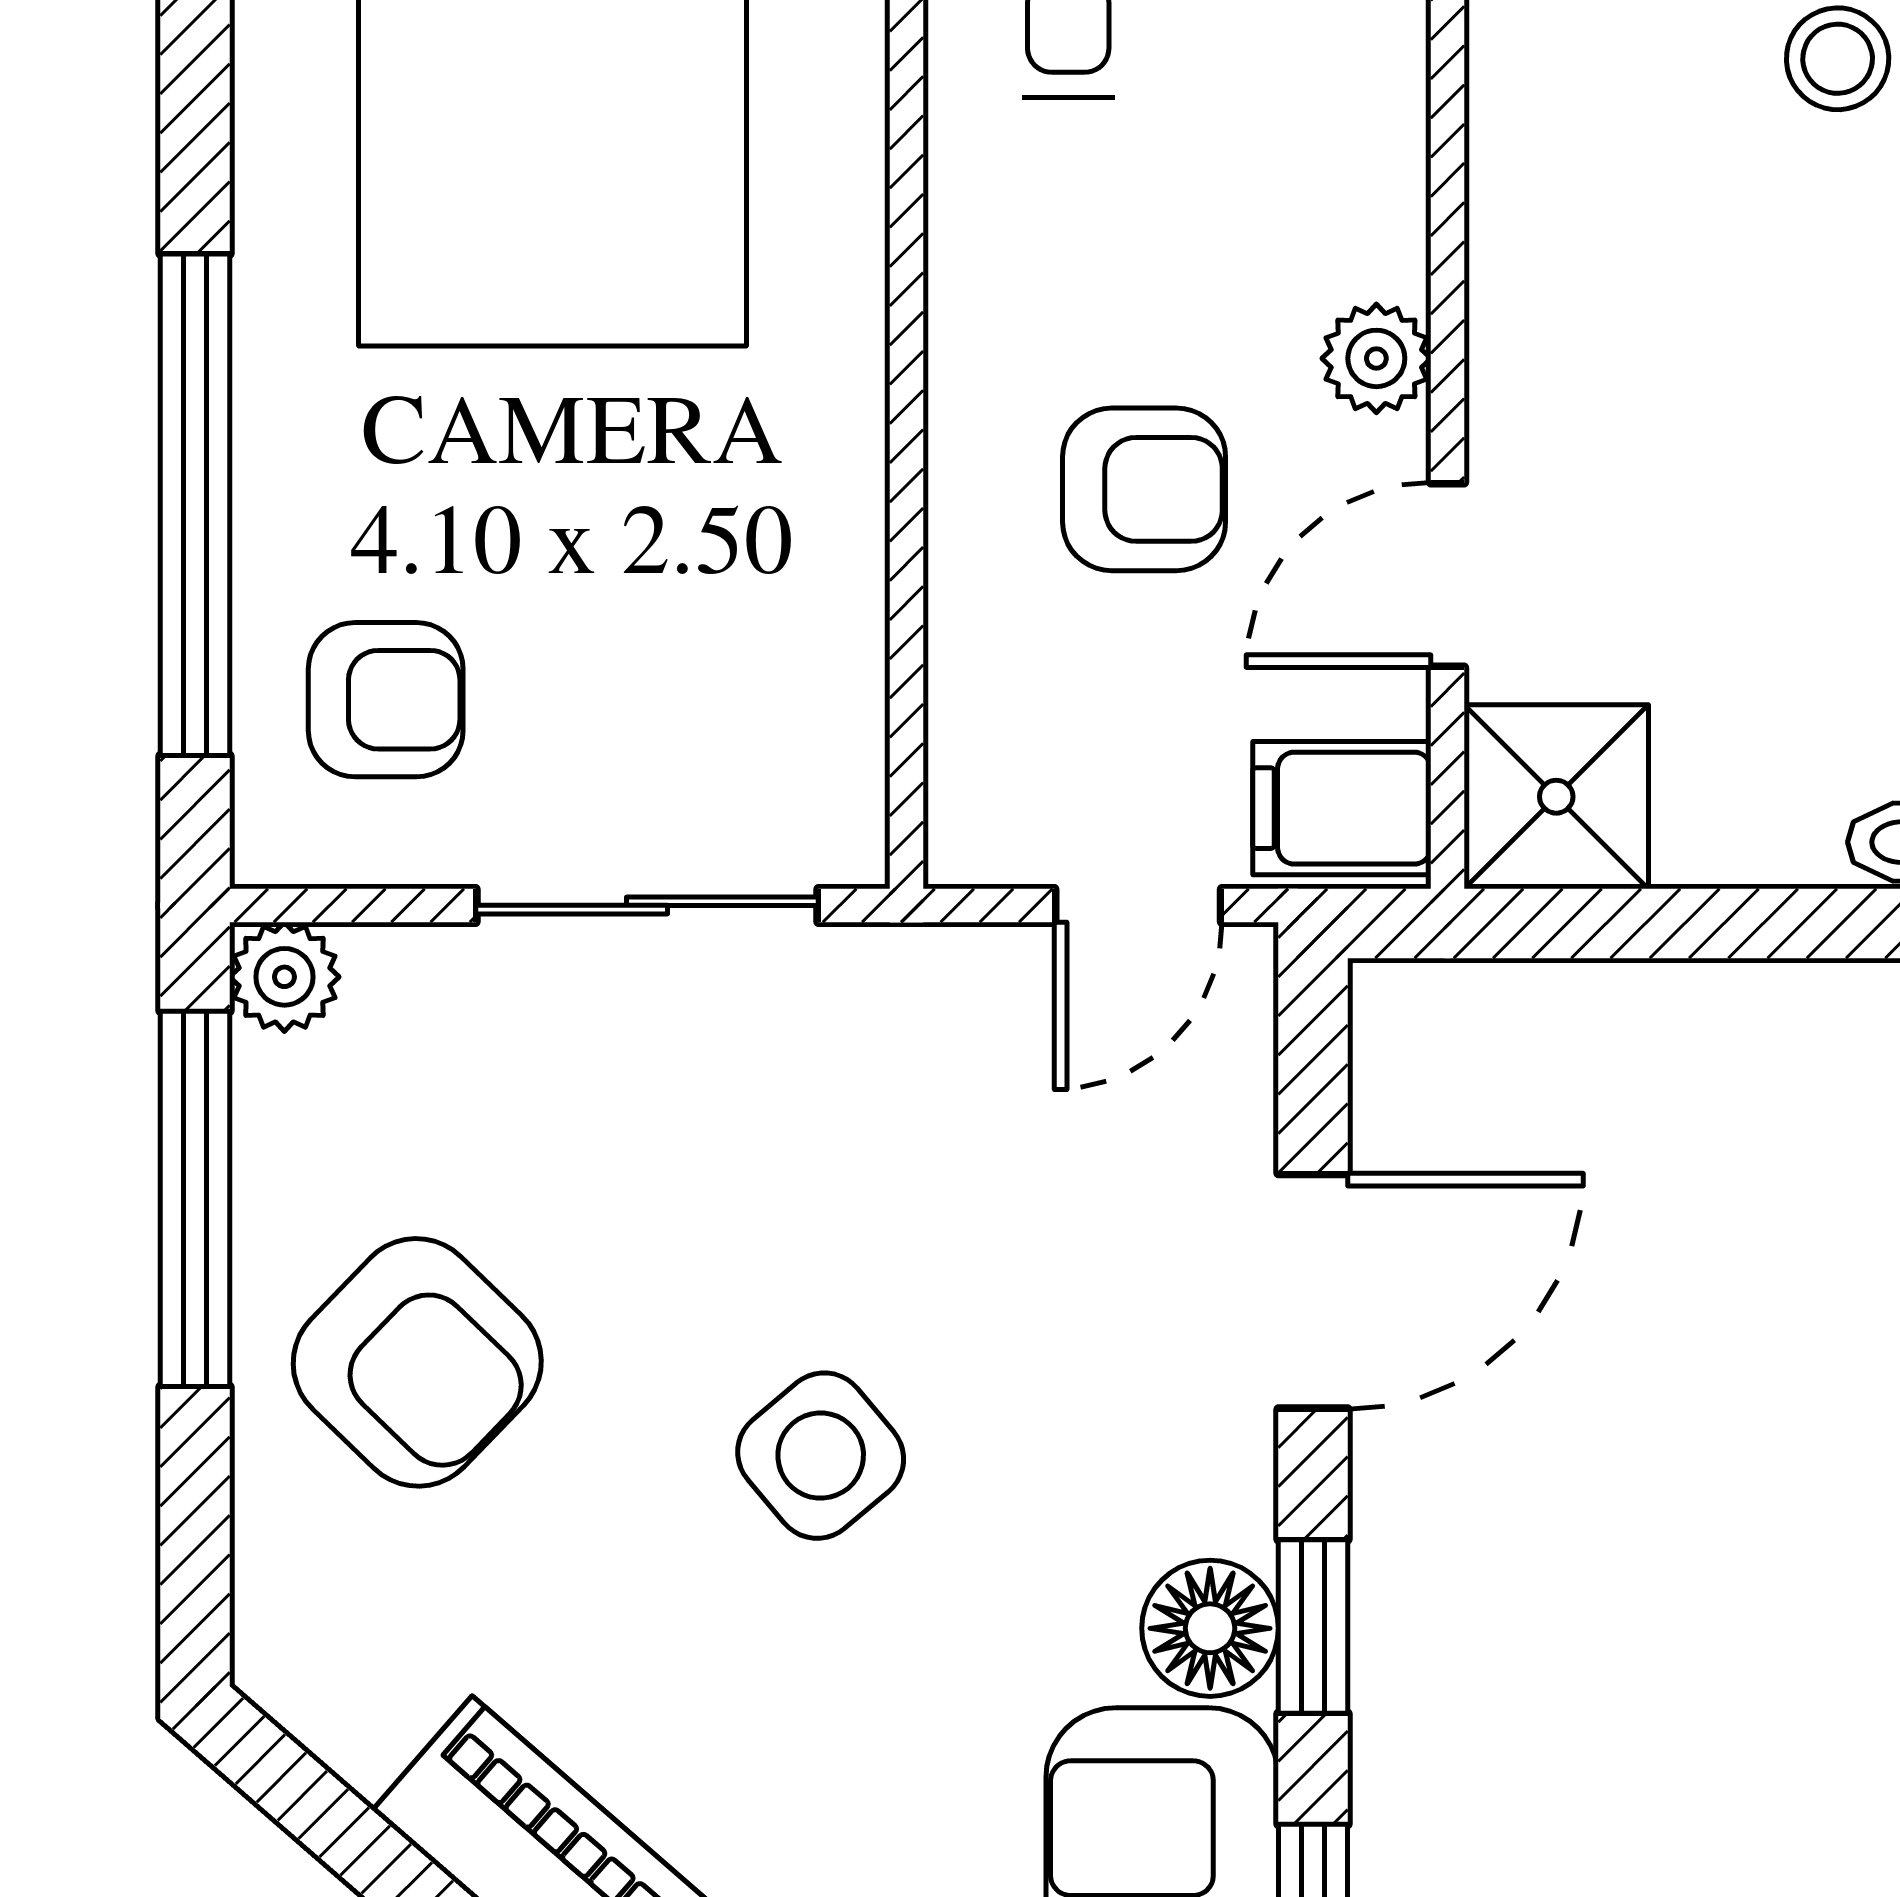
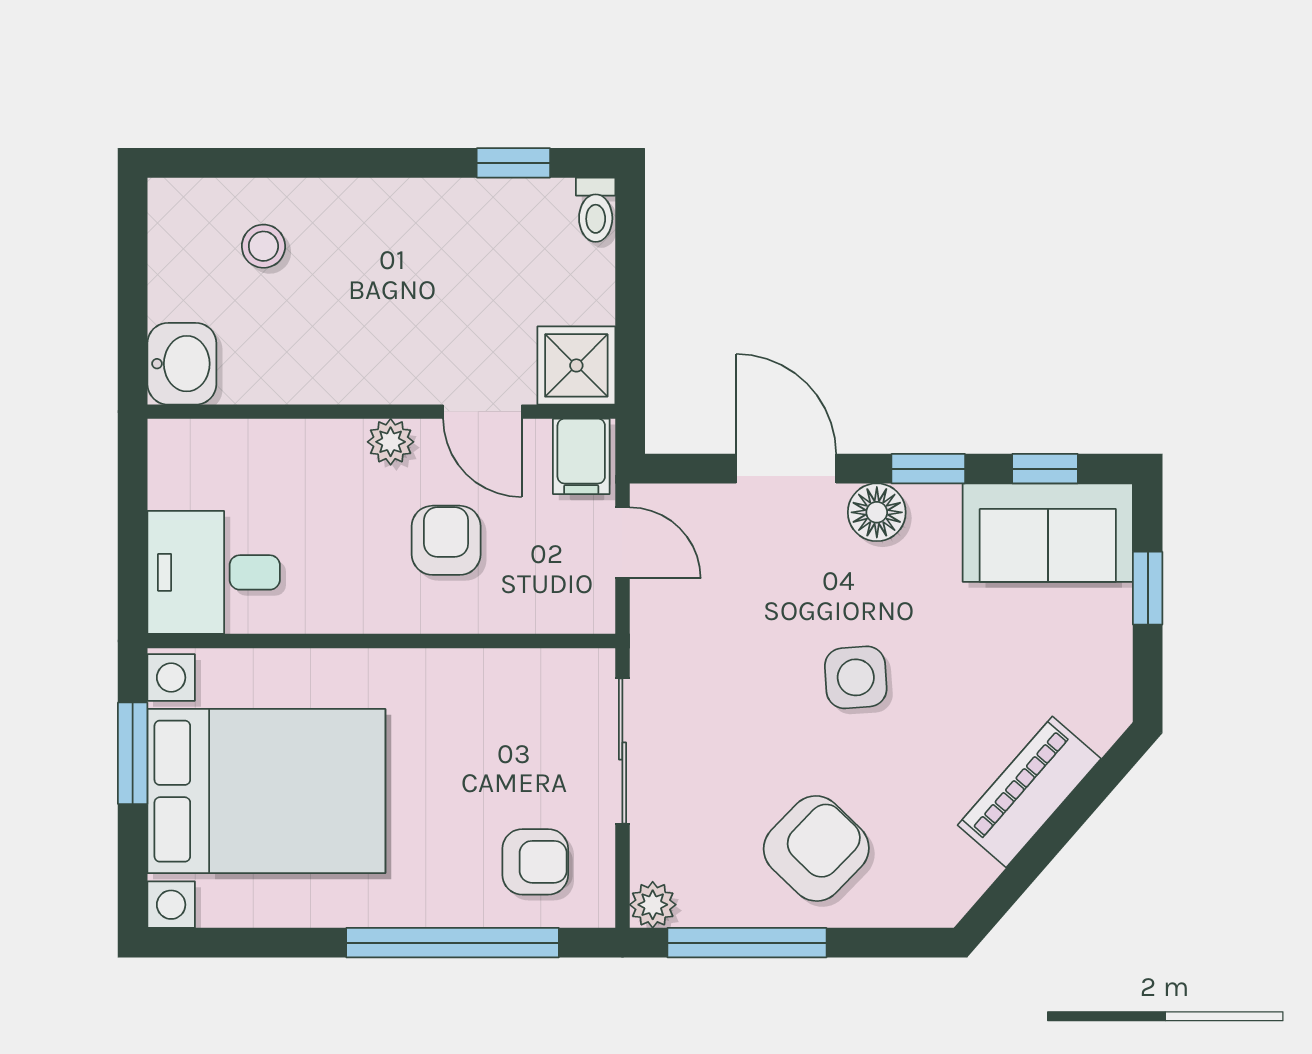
armchair: (386, 700) -> (535, 862), turned 90
side table: (821, 1456) -> (856, 677), turned 36
floor lamp: (1210, 1628) -> (877, 512), moved

